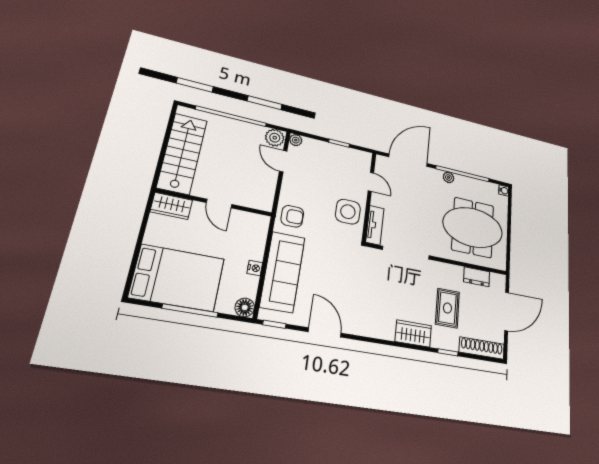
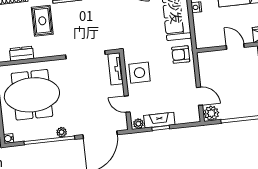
plant: (296, 140) -> (138, 124), moved
fireplace: (338, 152) -> (159, 120), added

